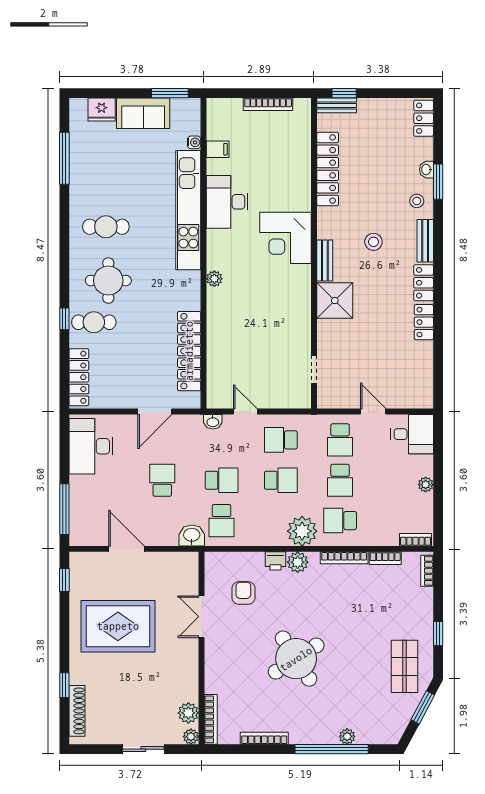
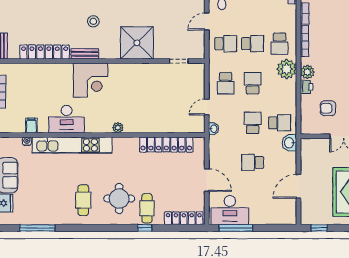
bench: (325, 261) -> (85, 54), moved
shower: (335, 301) -> (137, 43), width x1.37, depth x1.37
door: (155, 412) -> (207, 180), moved
window: (64, 509) -> (236, 228), moved

